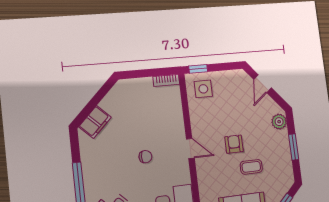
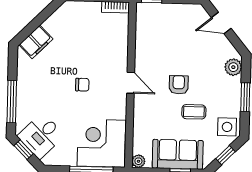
door: (263, 84) -> (221, 23), hinge flipped
side table: (203, 89) -> (227, 127), moved

